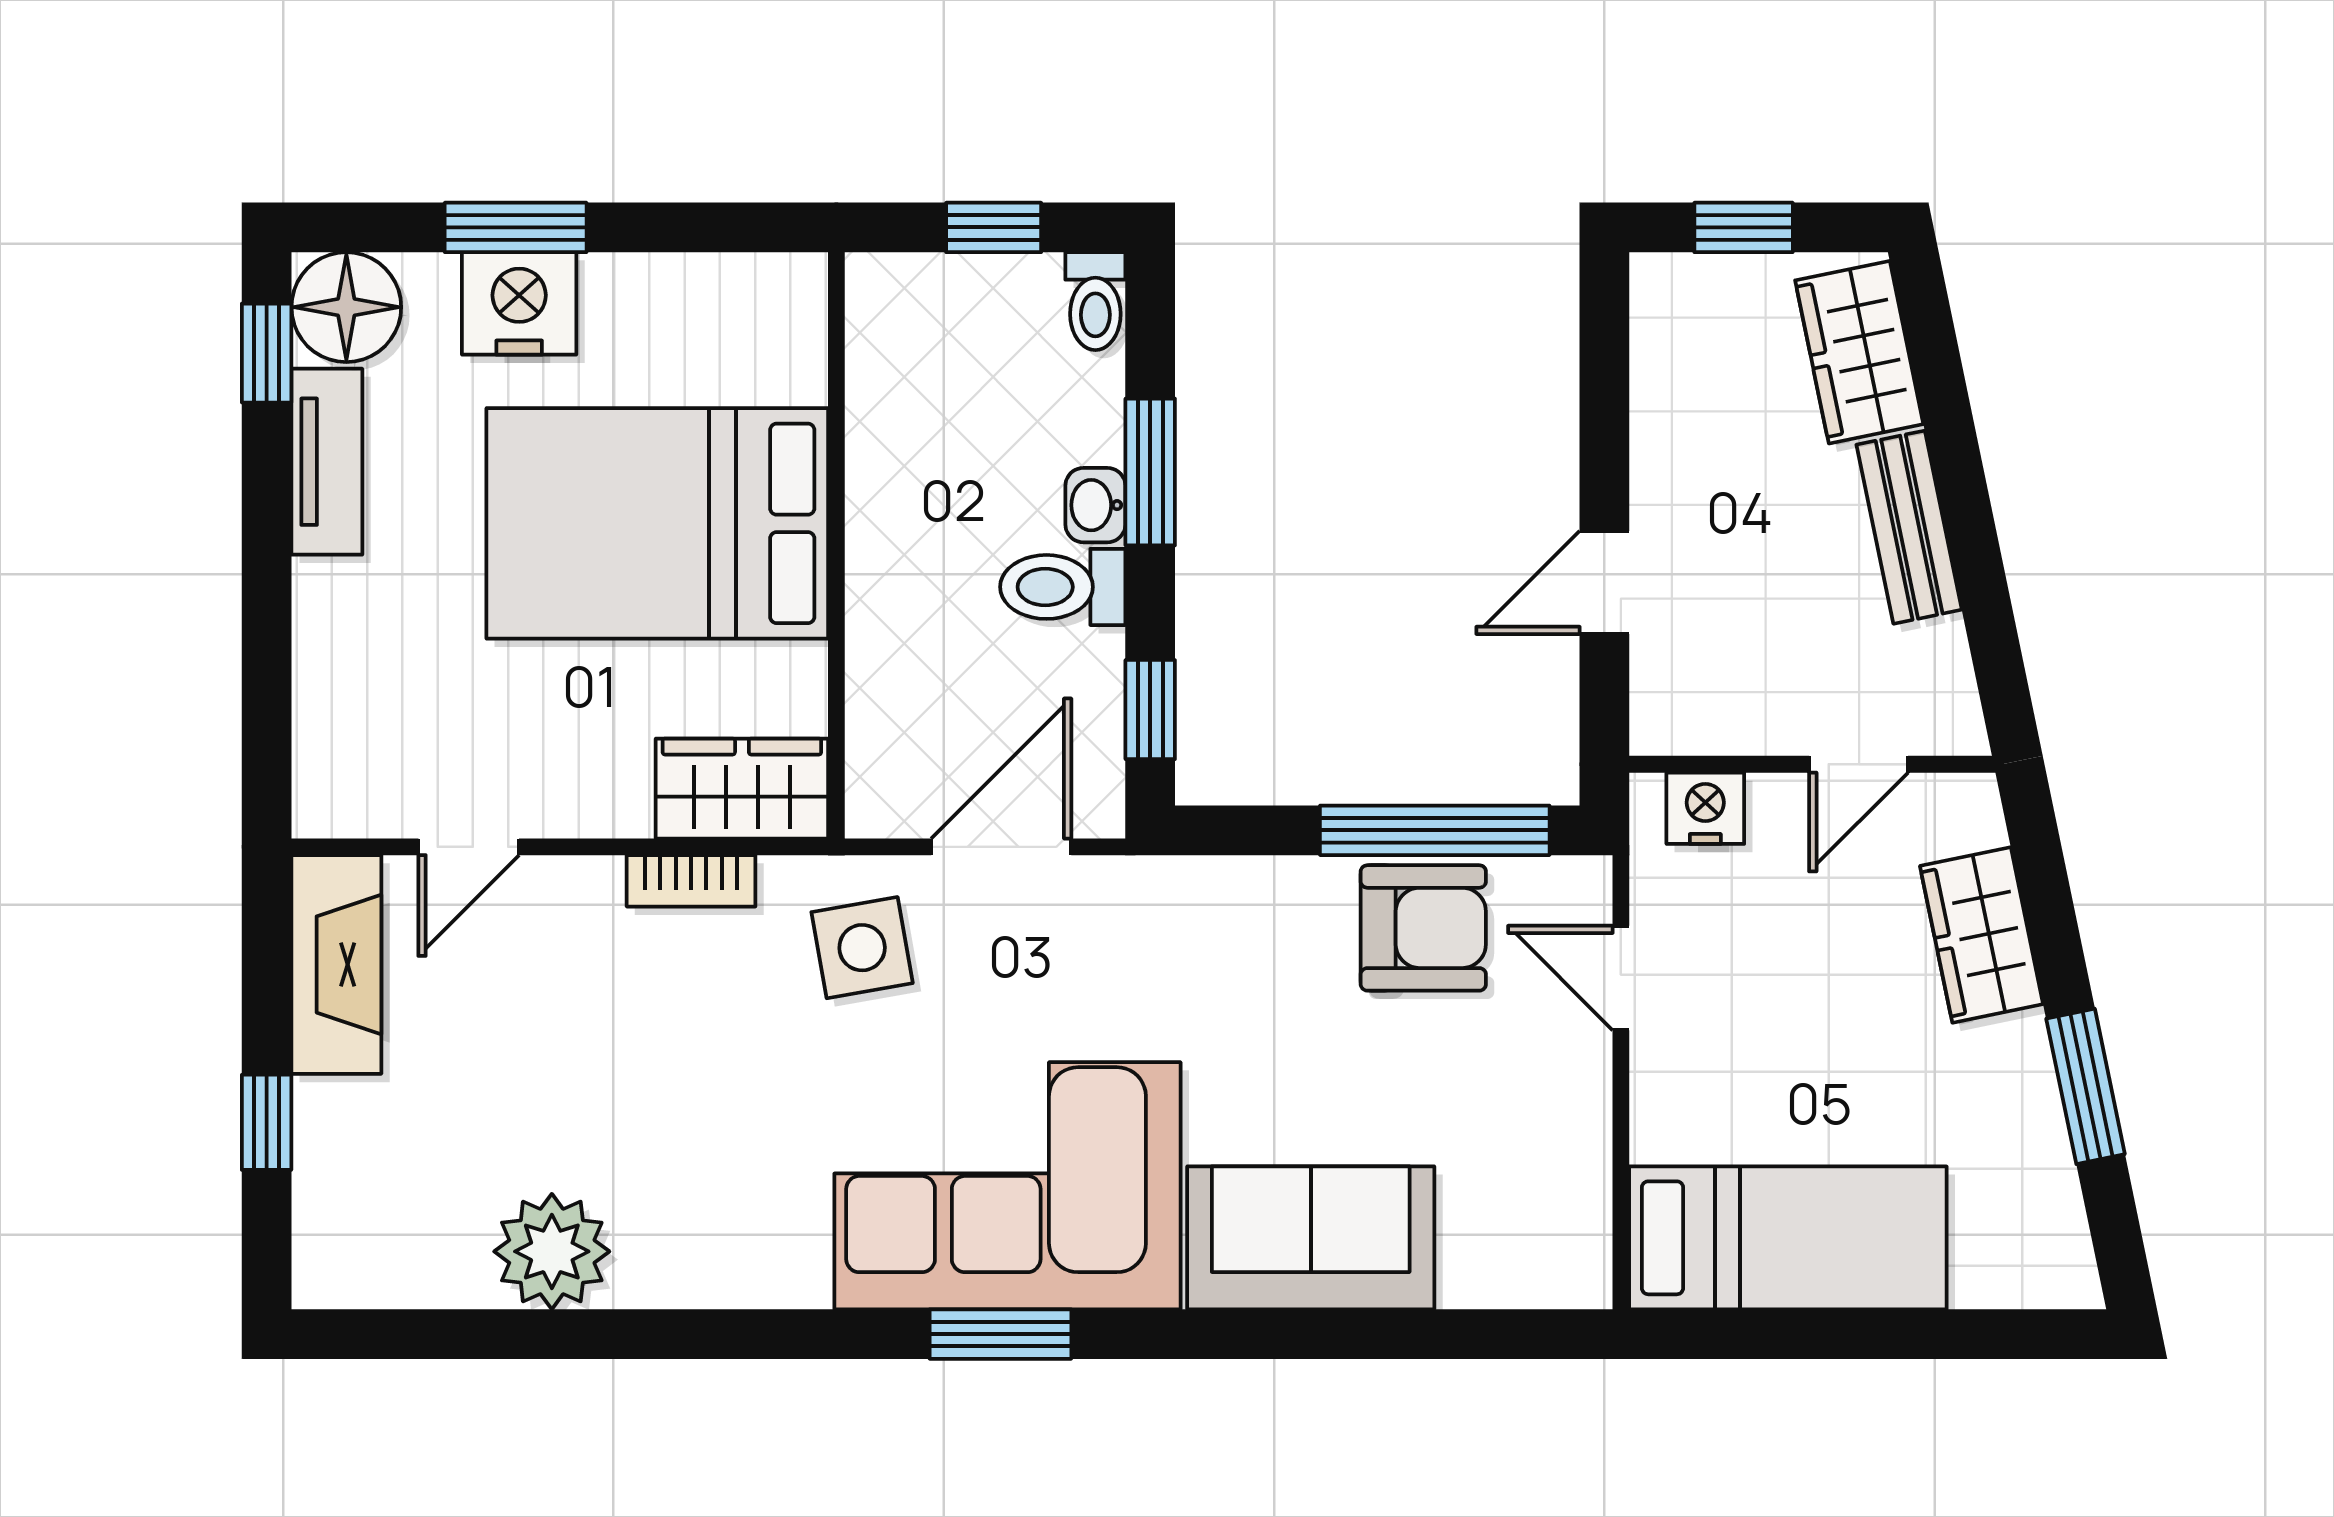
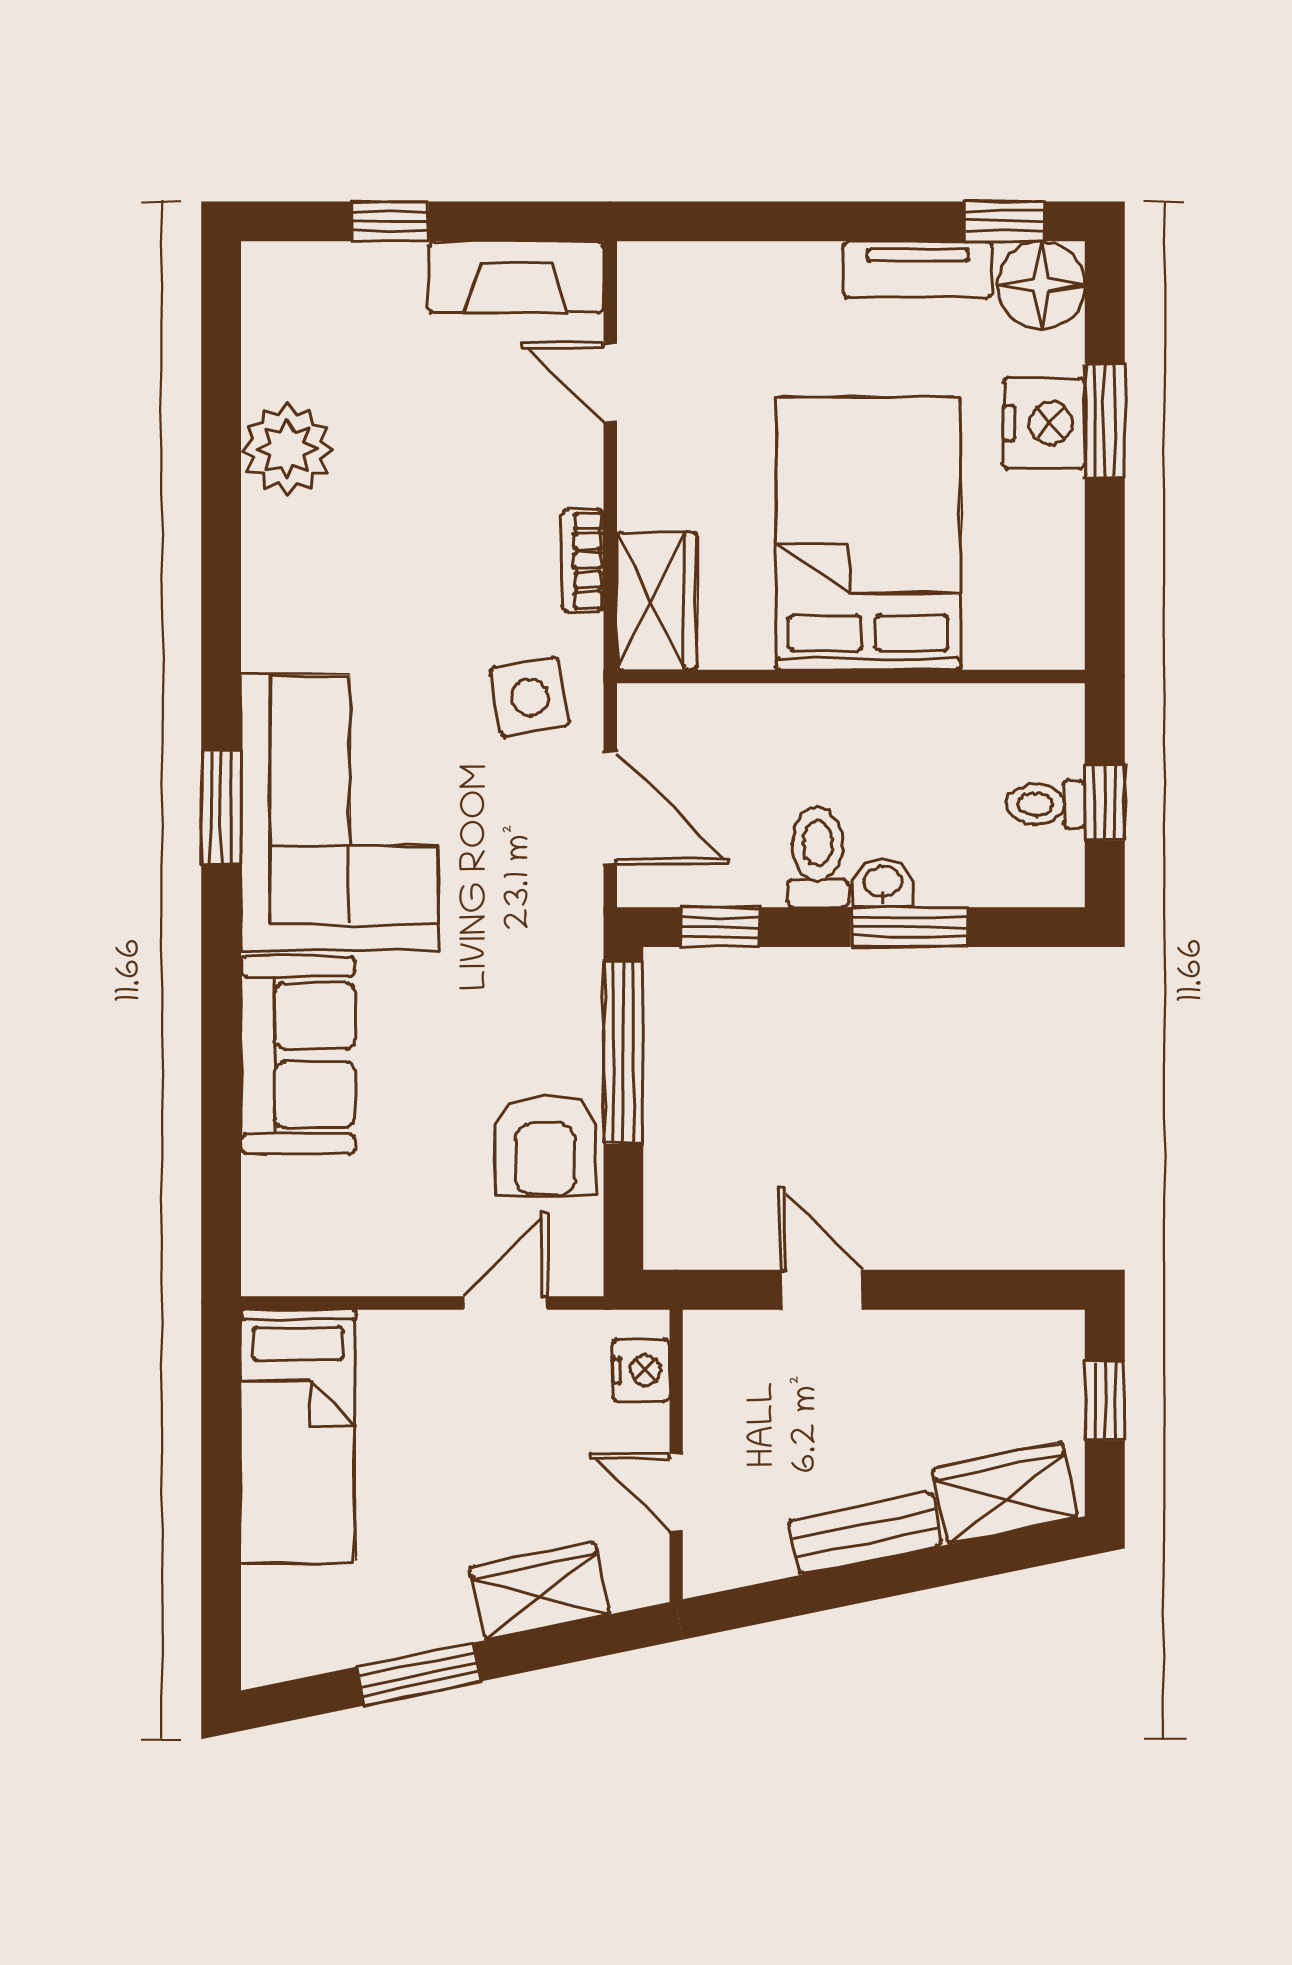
toilet: (1095, 301) -> (1046, 804), moved
window: (1435, 830) -> (623, 1052), moved

